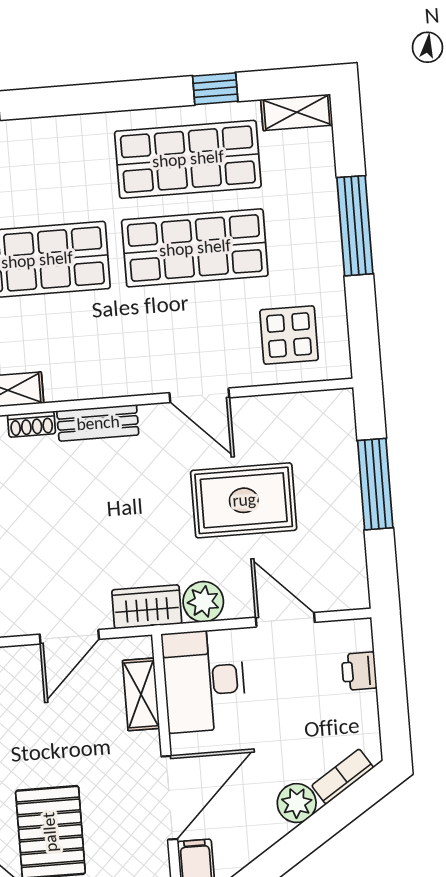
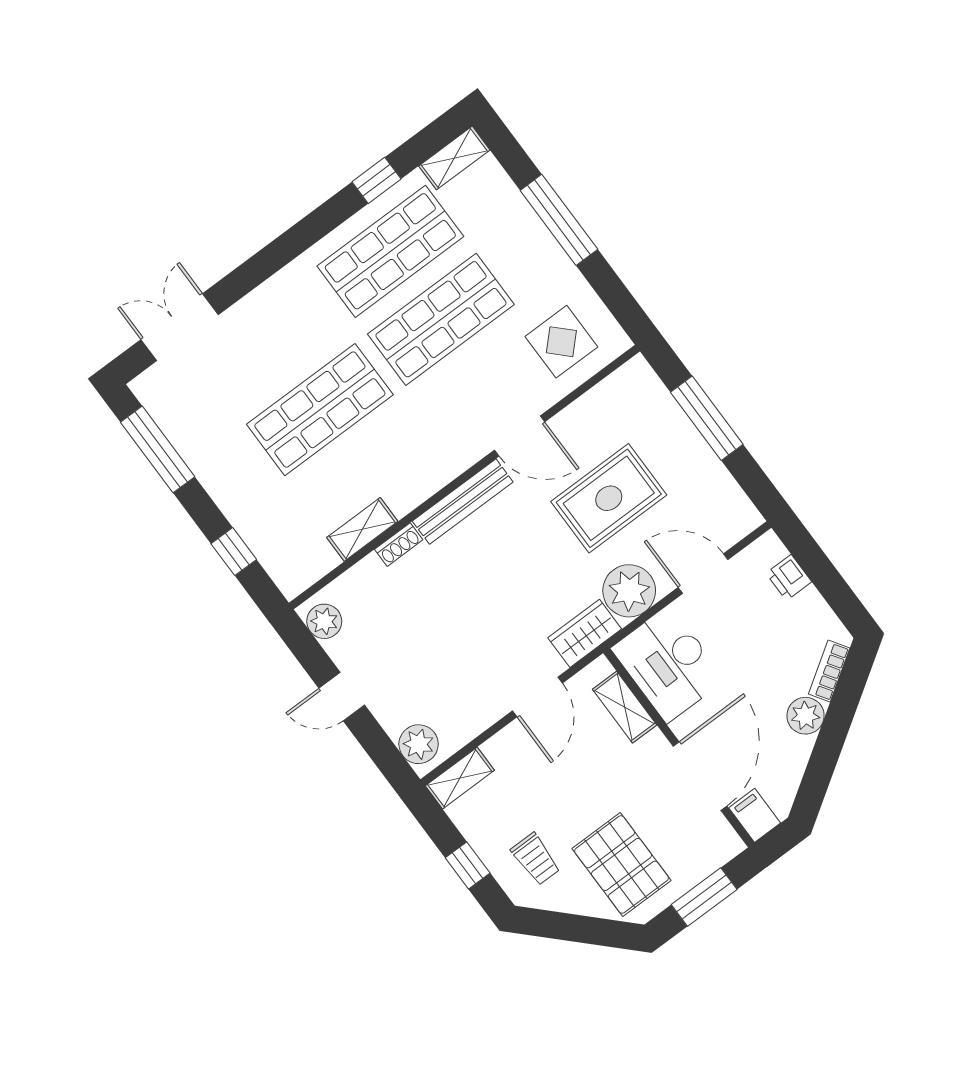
bench: (98, 423) -> (463, 502), width x1.36
plant: (203, 602) -> (629, 591), width x1.36, depth x1.36

